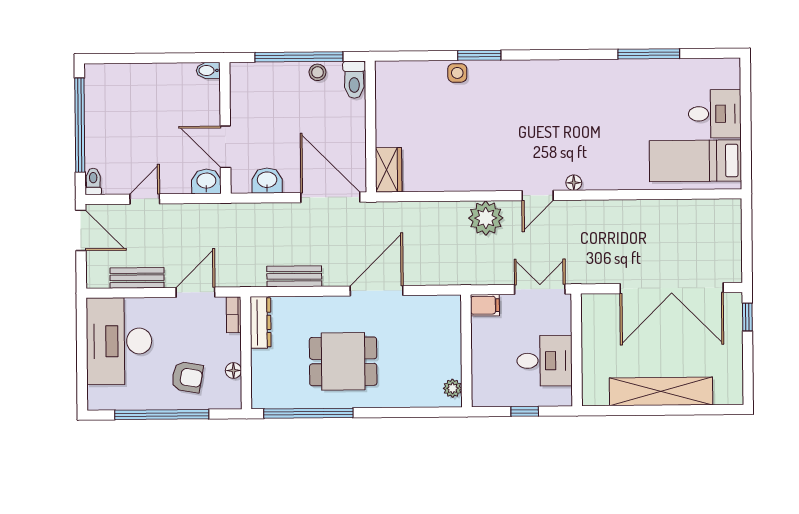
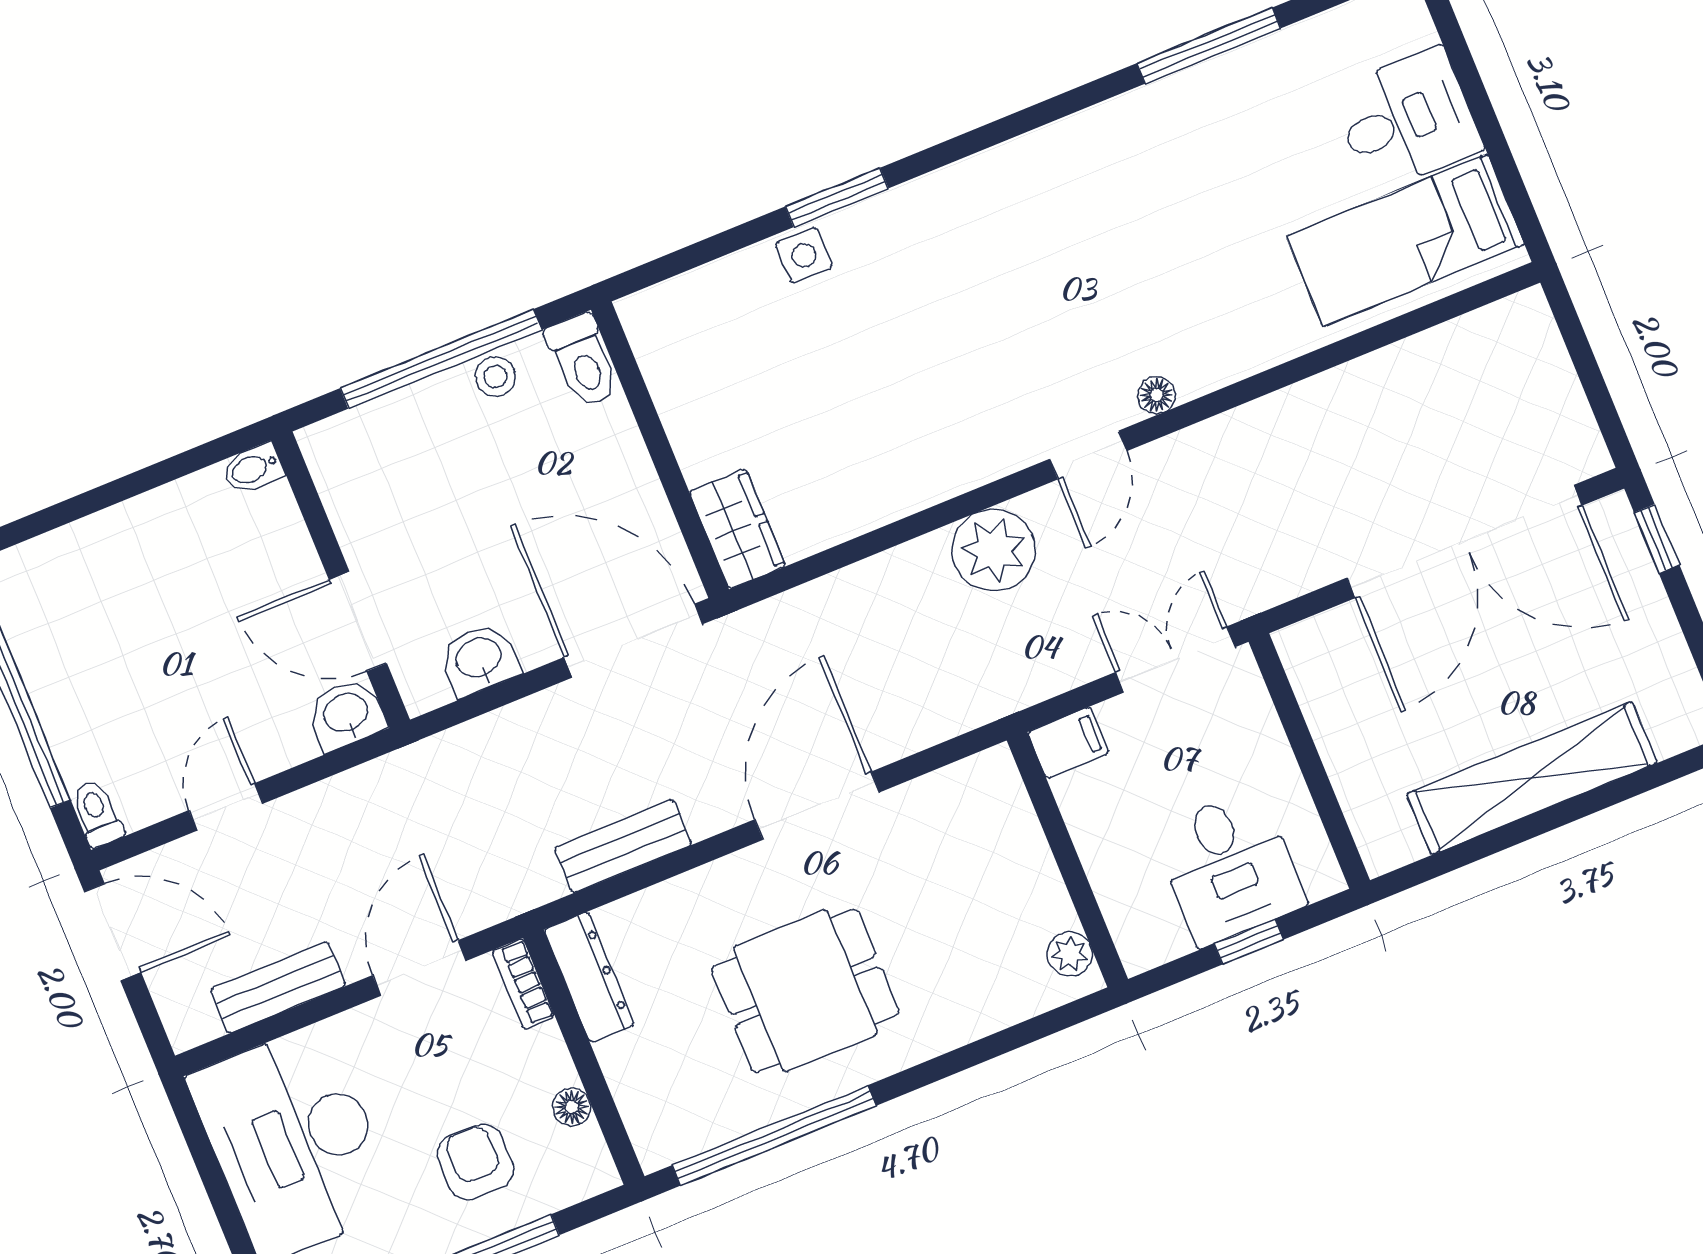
desk: (545, 361) -> (1229, 867), moved, turned 90
armchair: (187, 377) -> (475, 1162), turned -100

